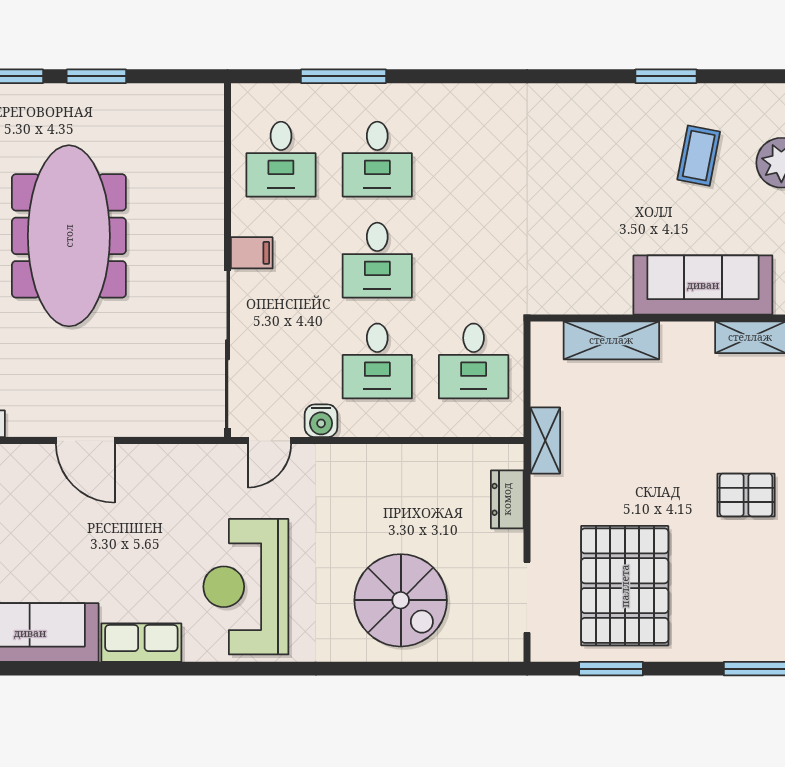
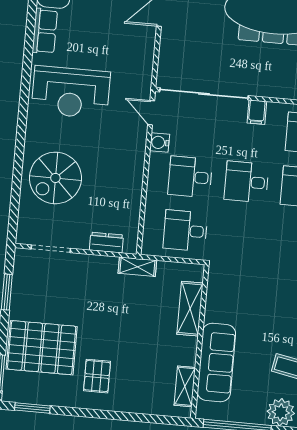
pallet: (625, 586) -> (42, 348), moved
reception desk: (246, 587) -> (71, 92), turned 180

